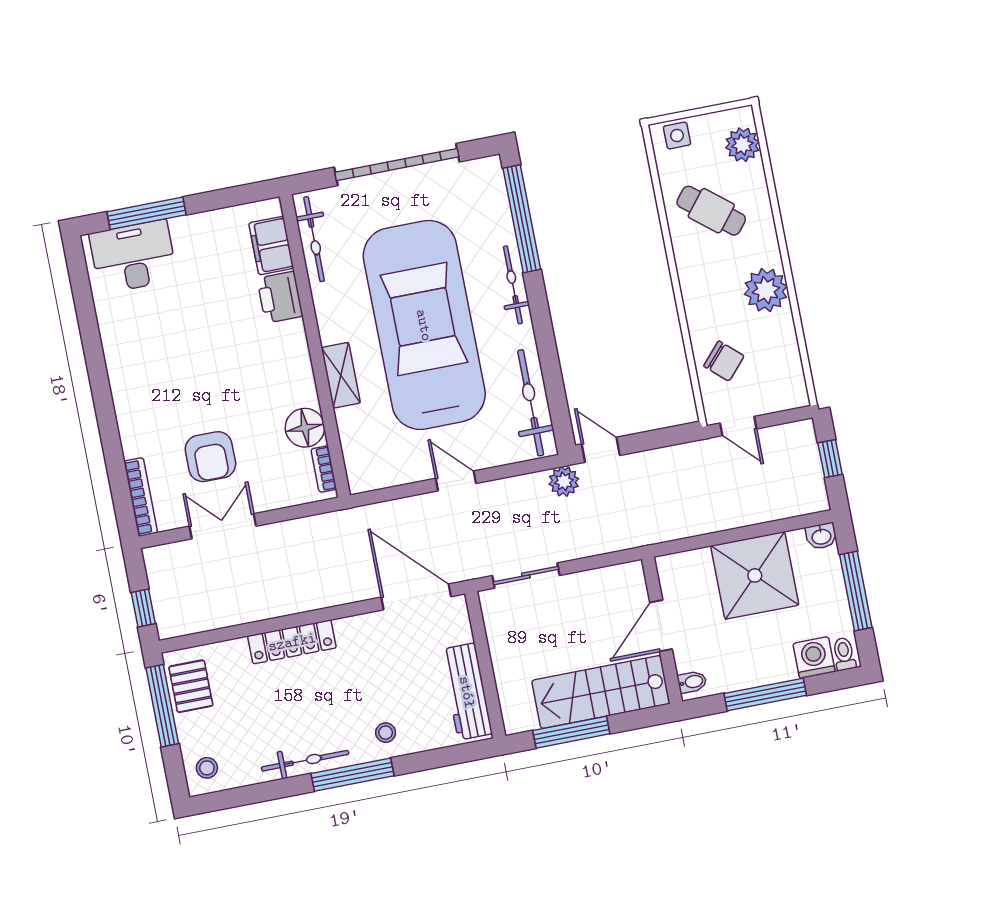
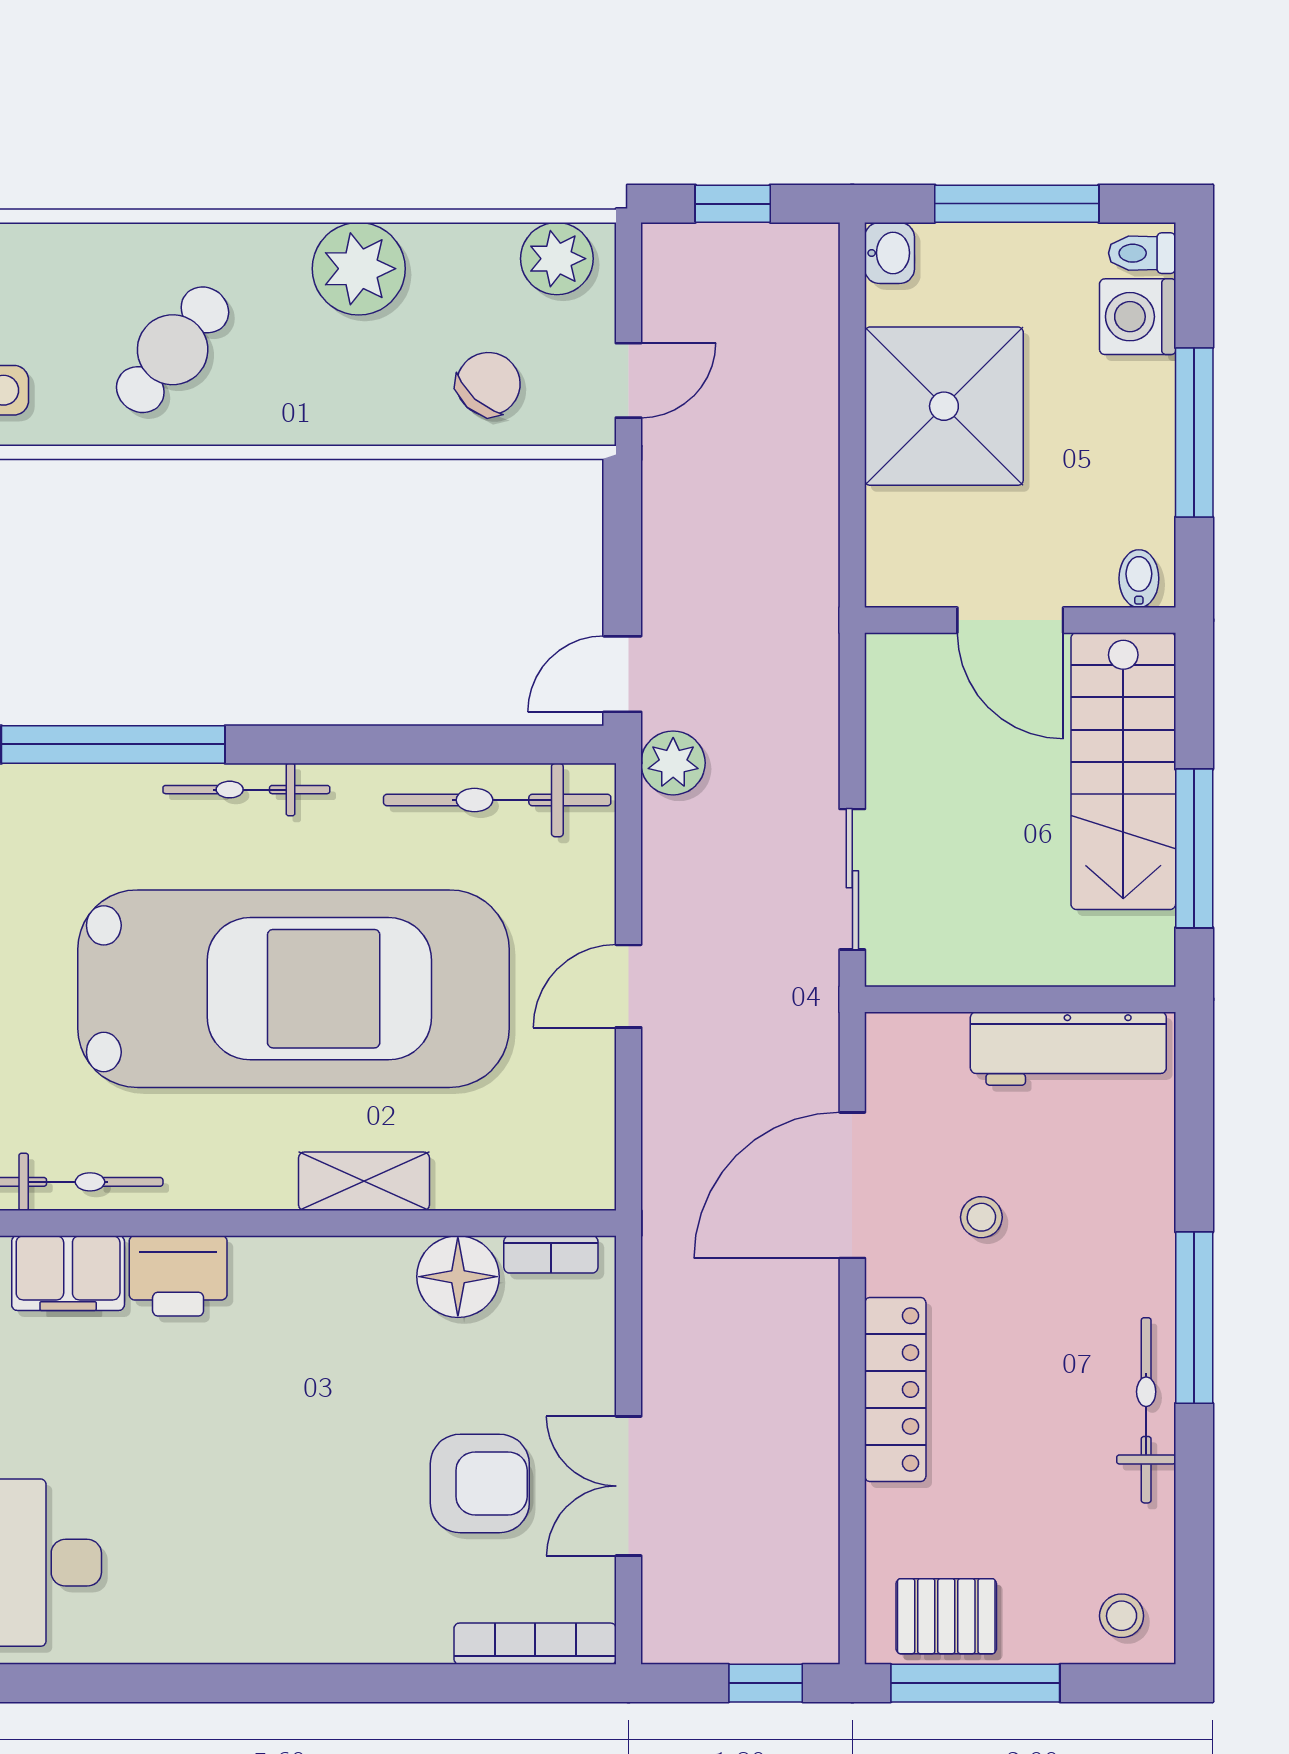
plant: (742, 145) -> (557, 259), moved
car: (424, 325) -> (293, 989), turned 180
door: (416, 597) -> (852, 1185), moved
stool: (386, 733) -> (981, 1217), moved

